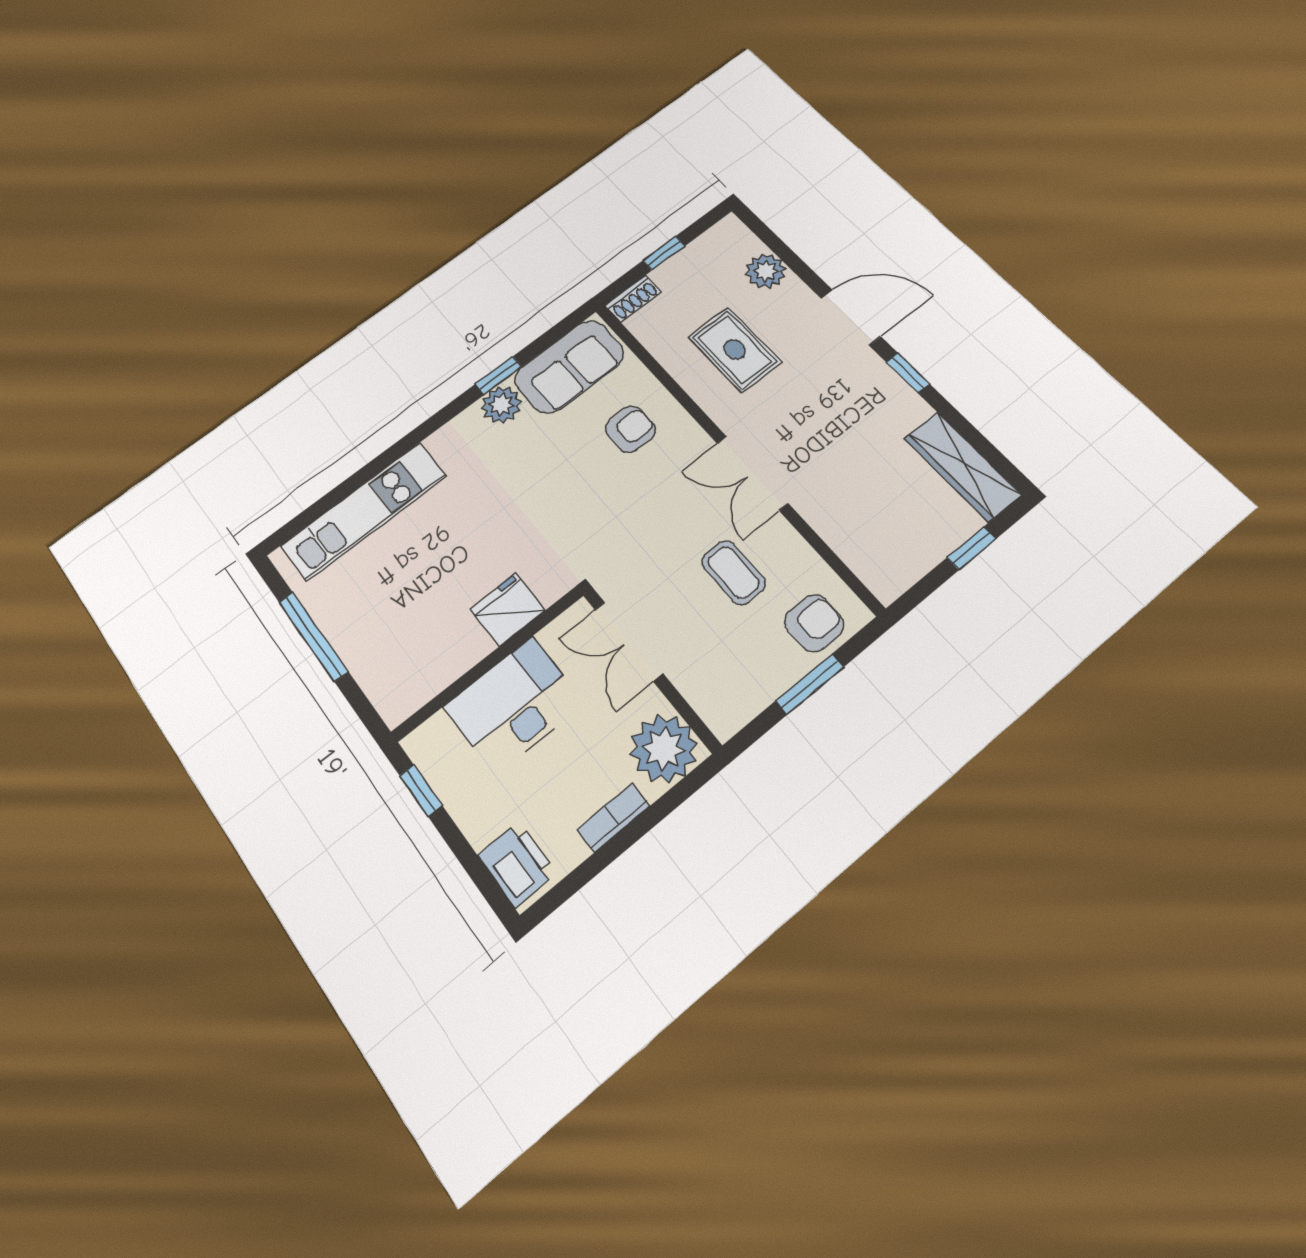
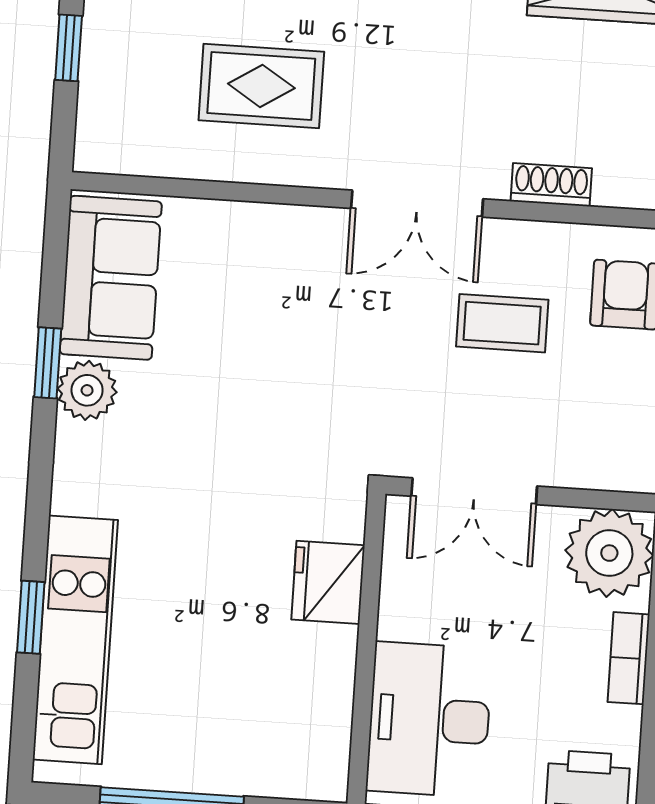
shoe rack: (633, 299) -> (551, 185), moved, turned -90
armchair: (630, 429) -> (248, 281), removed
window: (358, 480) -> (31, 617), added
desk: (514, 705) -> (429, 720), moved

